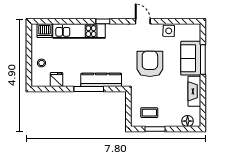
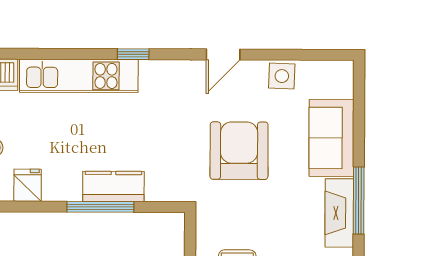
door: (143, 21) -> (223, 54), swing flipped
window: (203, 59) -> (359, 200), moved
kitchen counter: (101, 80) -> (113, 186), width x0.67

